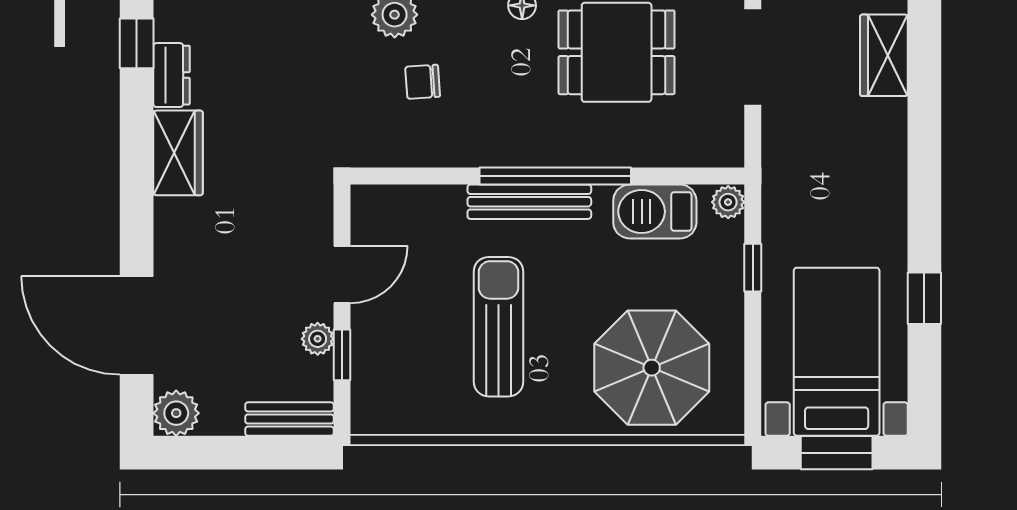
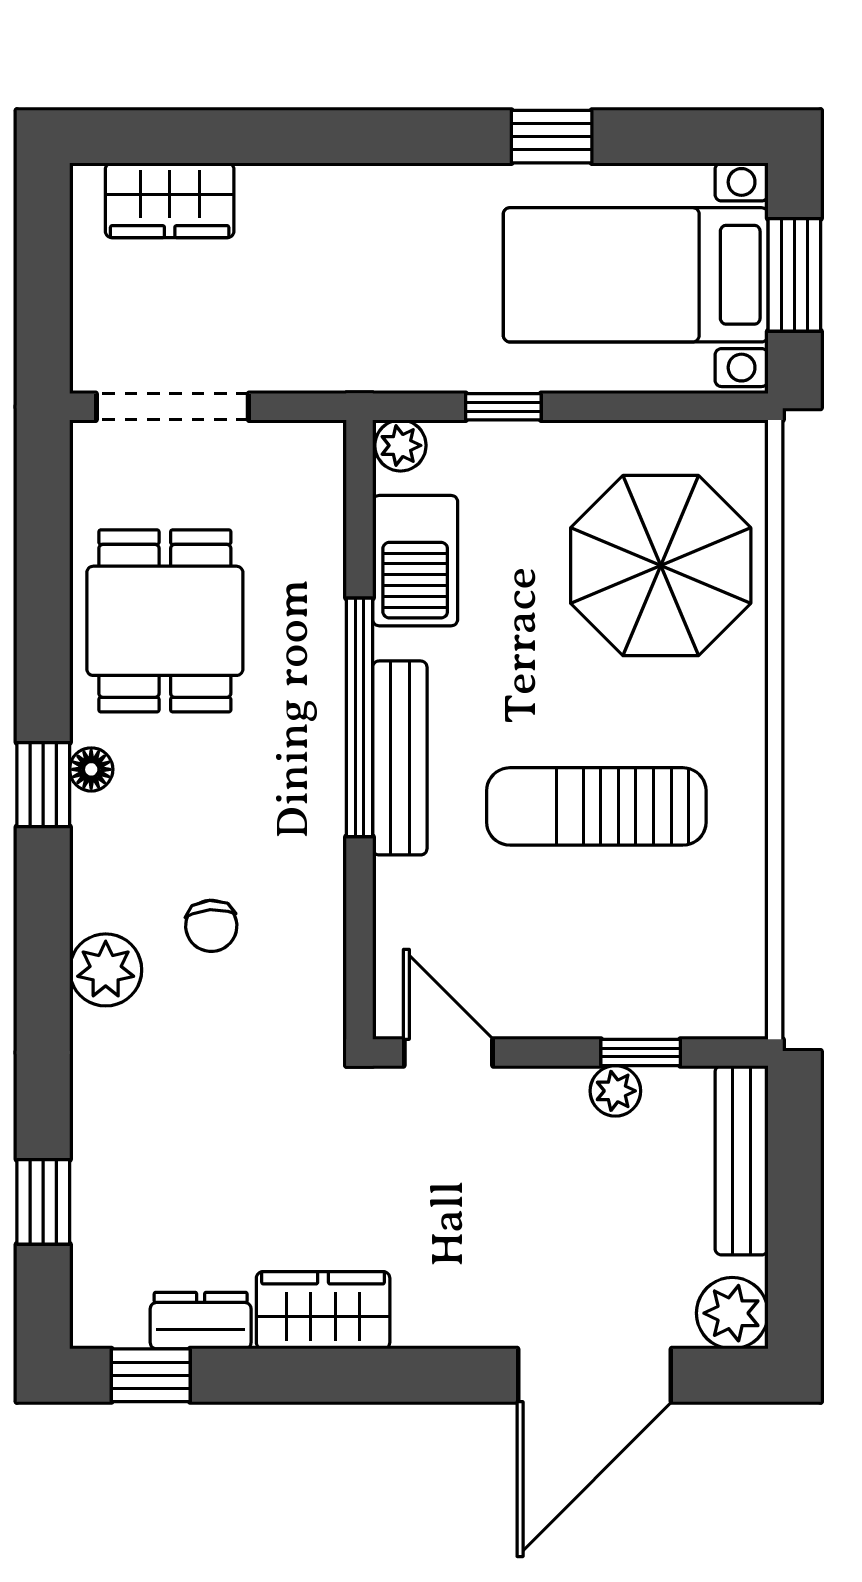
door: (342, 274) -> (448, 1052), moved
bench: (290, 419) -> (742, 1160), width x1.36

